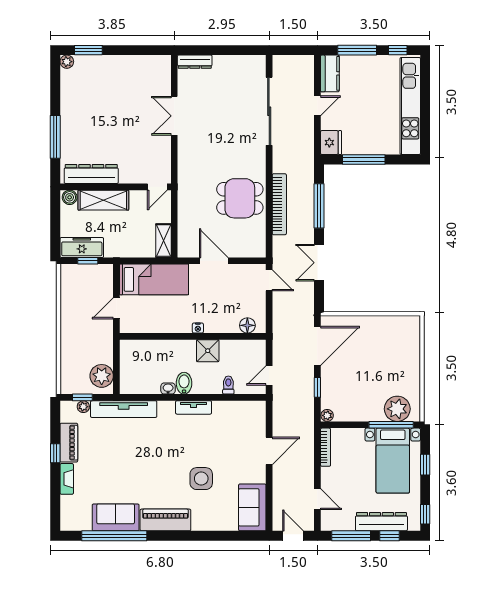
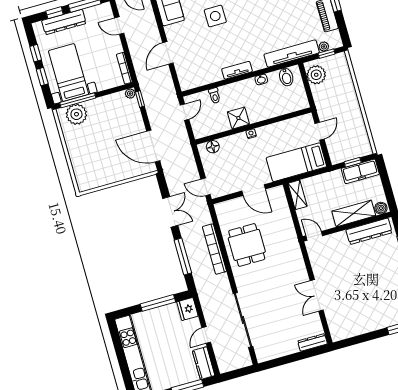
double door: (174, 116) -> (317, 295), swing flipped
door: (157, 187) -> (314, 236), hinge flipped
dining table: (240, 198) -> (247, 245), turned 90
door: (317, 346) -> (153, 146), hinge flipped
bidet: (184, 383) -> (286, 77), moved
window: (317, 387) -> (140, 99), moved
window: (425, 514) -> (36, 53), moved

